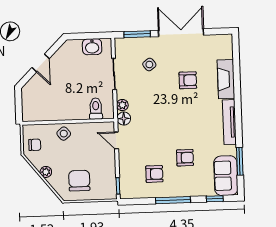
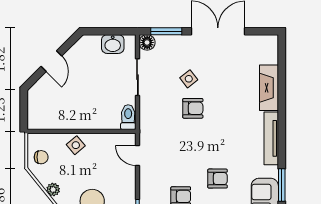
side table: (149, 65) -> (189, 79), moved
armchair: (188, 80) -> (193, 108), moved
plant: (122, 105) -> (146, 114), removed
toilet: (96, 109) -> (128, 117), moved
floor lamp: (124, 119) -> (147, 42), moved

